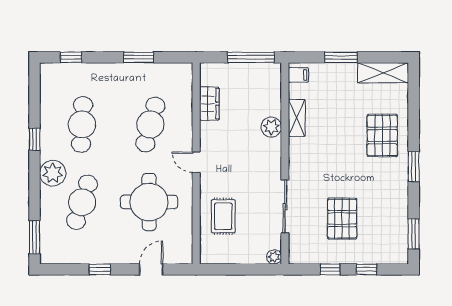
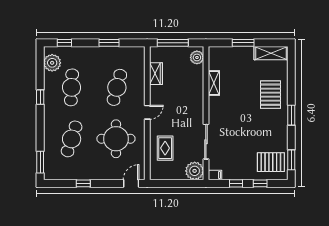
window: (251, 57) -> (173, 43), moved
filing cabinet: (298, 75) -> (215, 175), moved
plant: (271, 127) -> (197, 57), moved
door: (196, 162) -> (147, 112), swing flipped
plant: (53, 173) -> (52, 63), moved
pallet: (342, 219) -> (271, 162), moved, turned 90
plant: (274, 257) -> (195, 171), width x1.88, depth x1.88
door: (151, 269) -> (131, 183), moved

